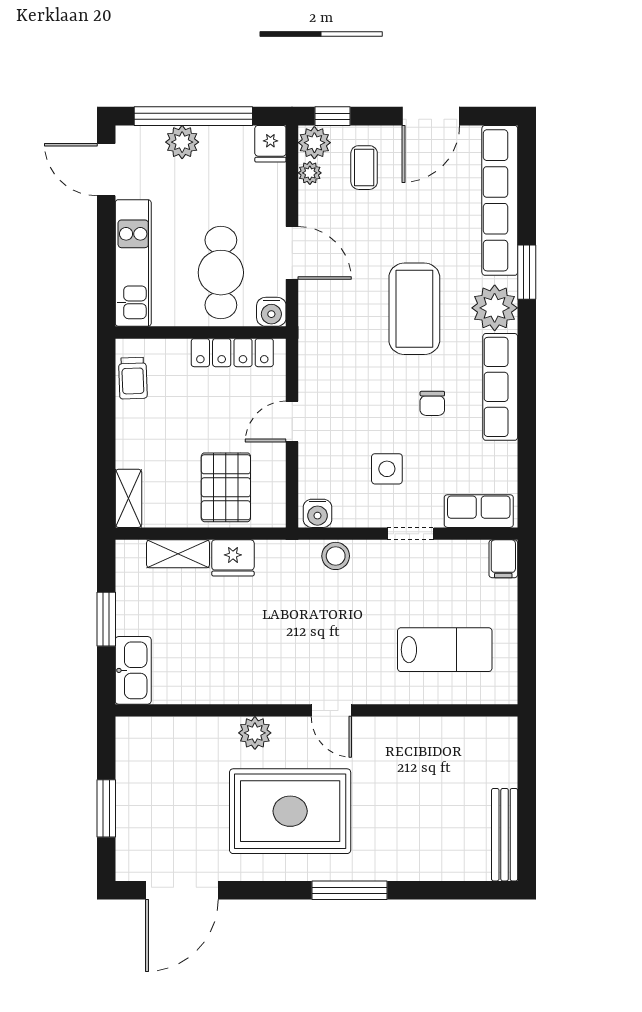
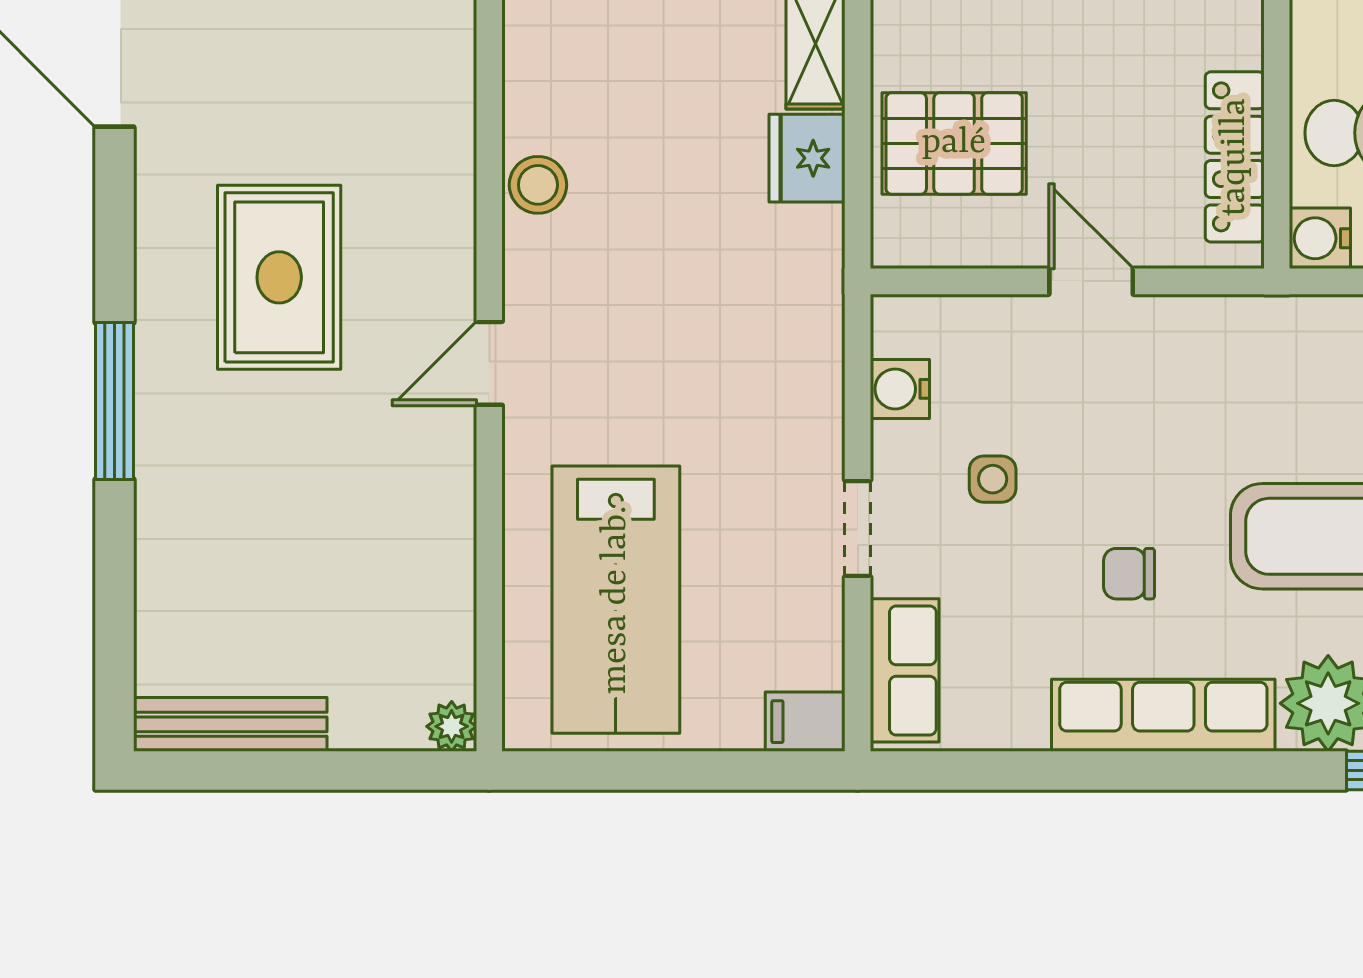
side table: (387, 469) -> (993, 479), width x0.73, depth x0.73
water cooler: (317, 513) -> (900, 389), moved
stool: (336, 556) -> (538, 185), moved
lab bench: (445, 650) -> (616, 600), width x1.36, depth x1.39
plant: (255, 733) -> (452, 726), moved, width x0.73, depth x0.73
rug: (290, 811) -> (279, 277), width x0.73, depth x0.69

